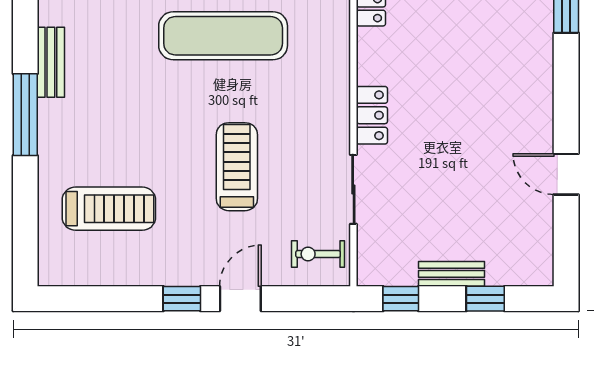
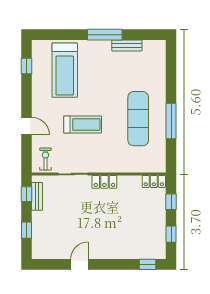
treadmill: (109, 209) -> (65, 70), width x1.37, depth x1.38
bench: (452, 274) -> (37, 196), moved
window: (182, 299) -> (27, 66), moved

